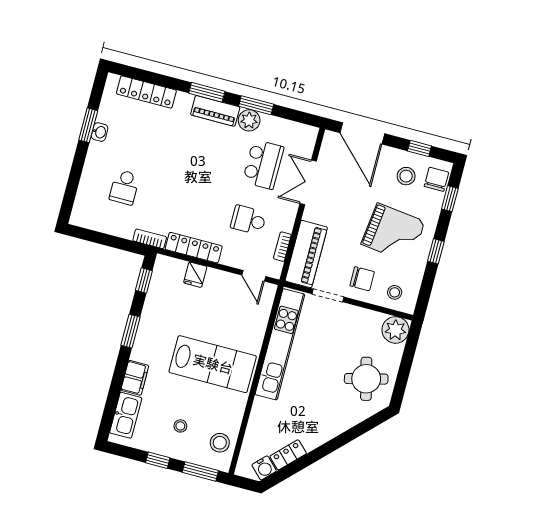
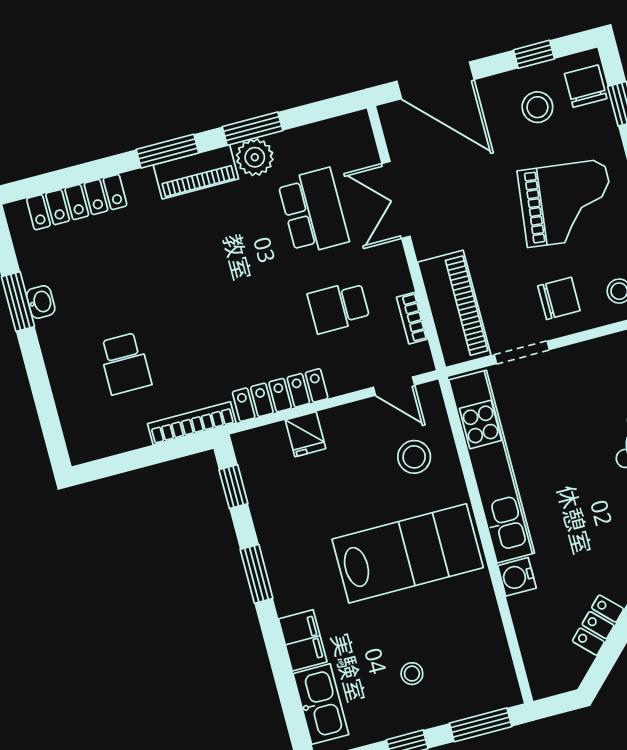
bookcase: (150, 239) -> (192, 423), width x1.56
stool: (220, 443) -> (414, 457), moved
water cooler: (264, 468) -> (517, 577), moved, turned 135

